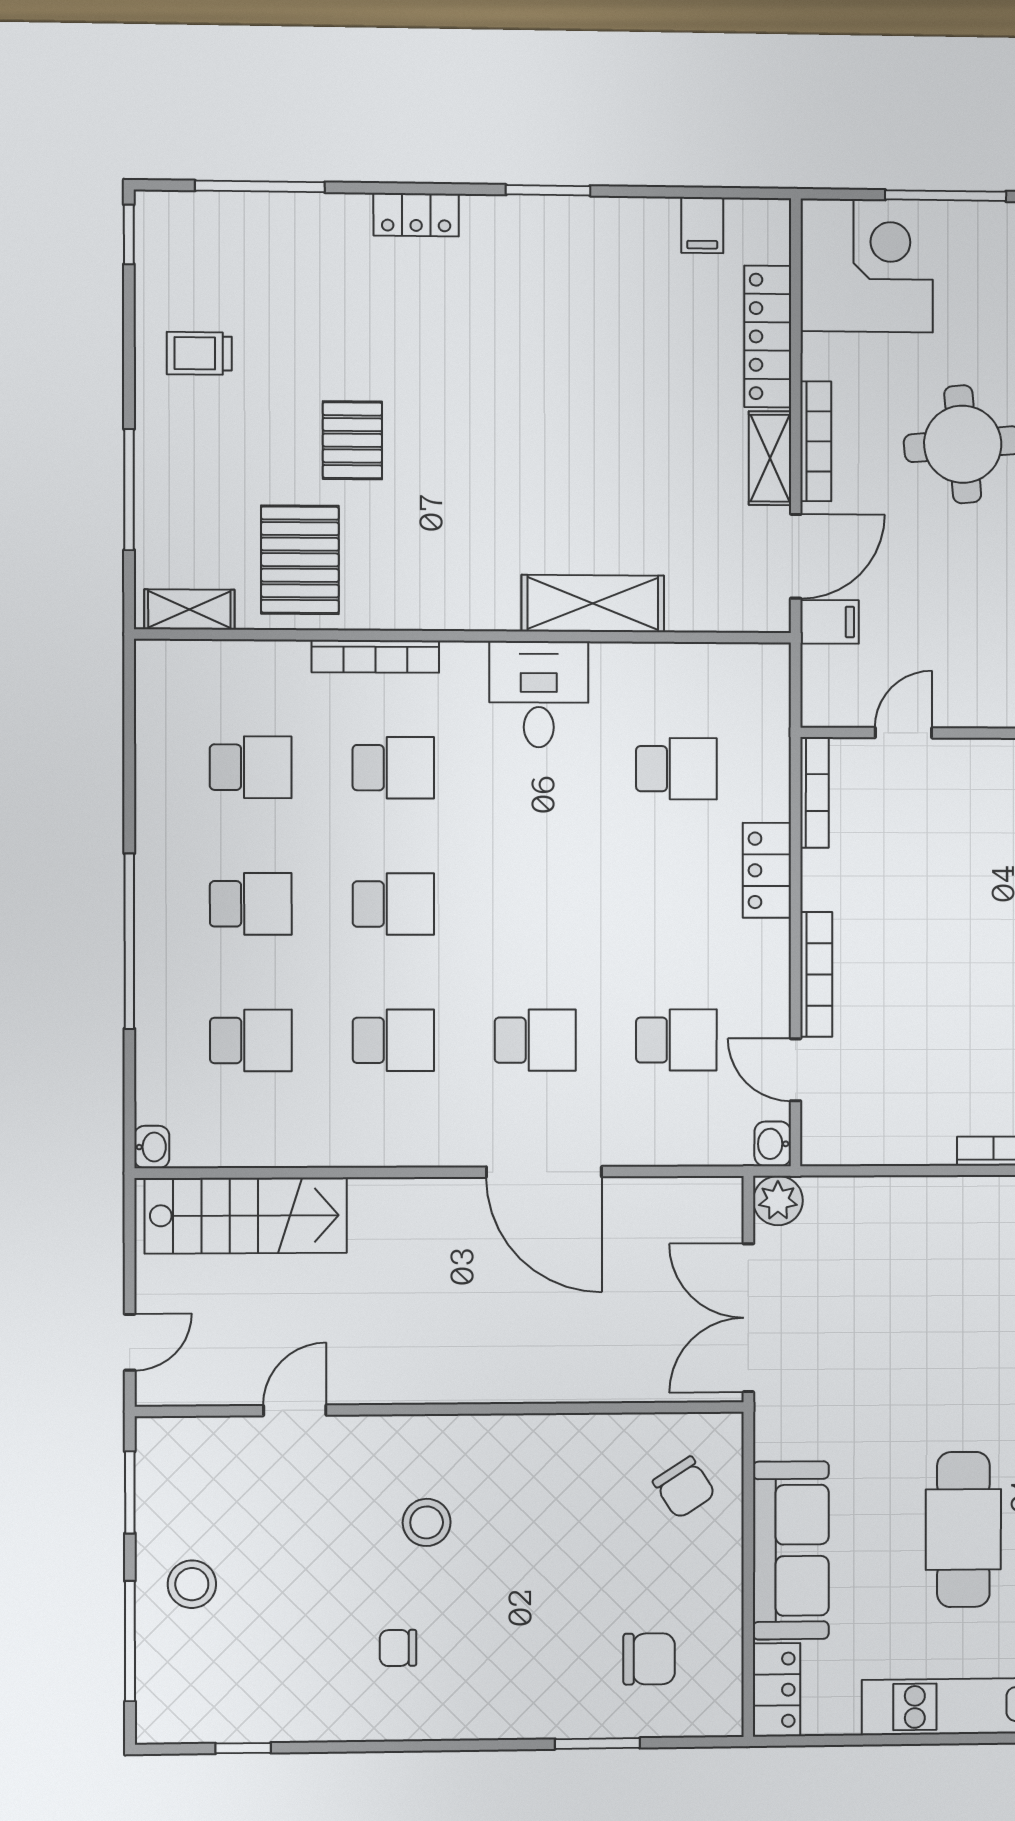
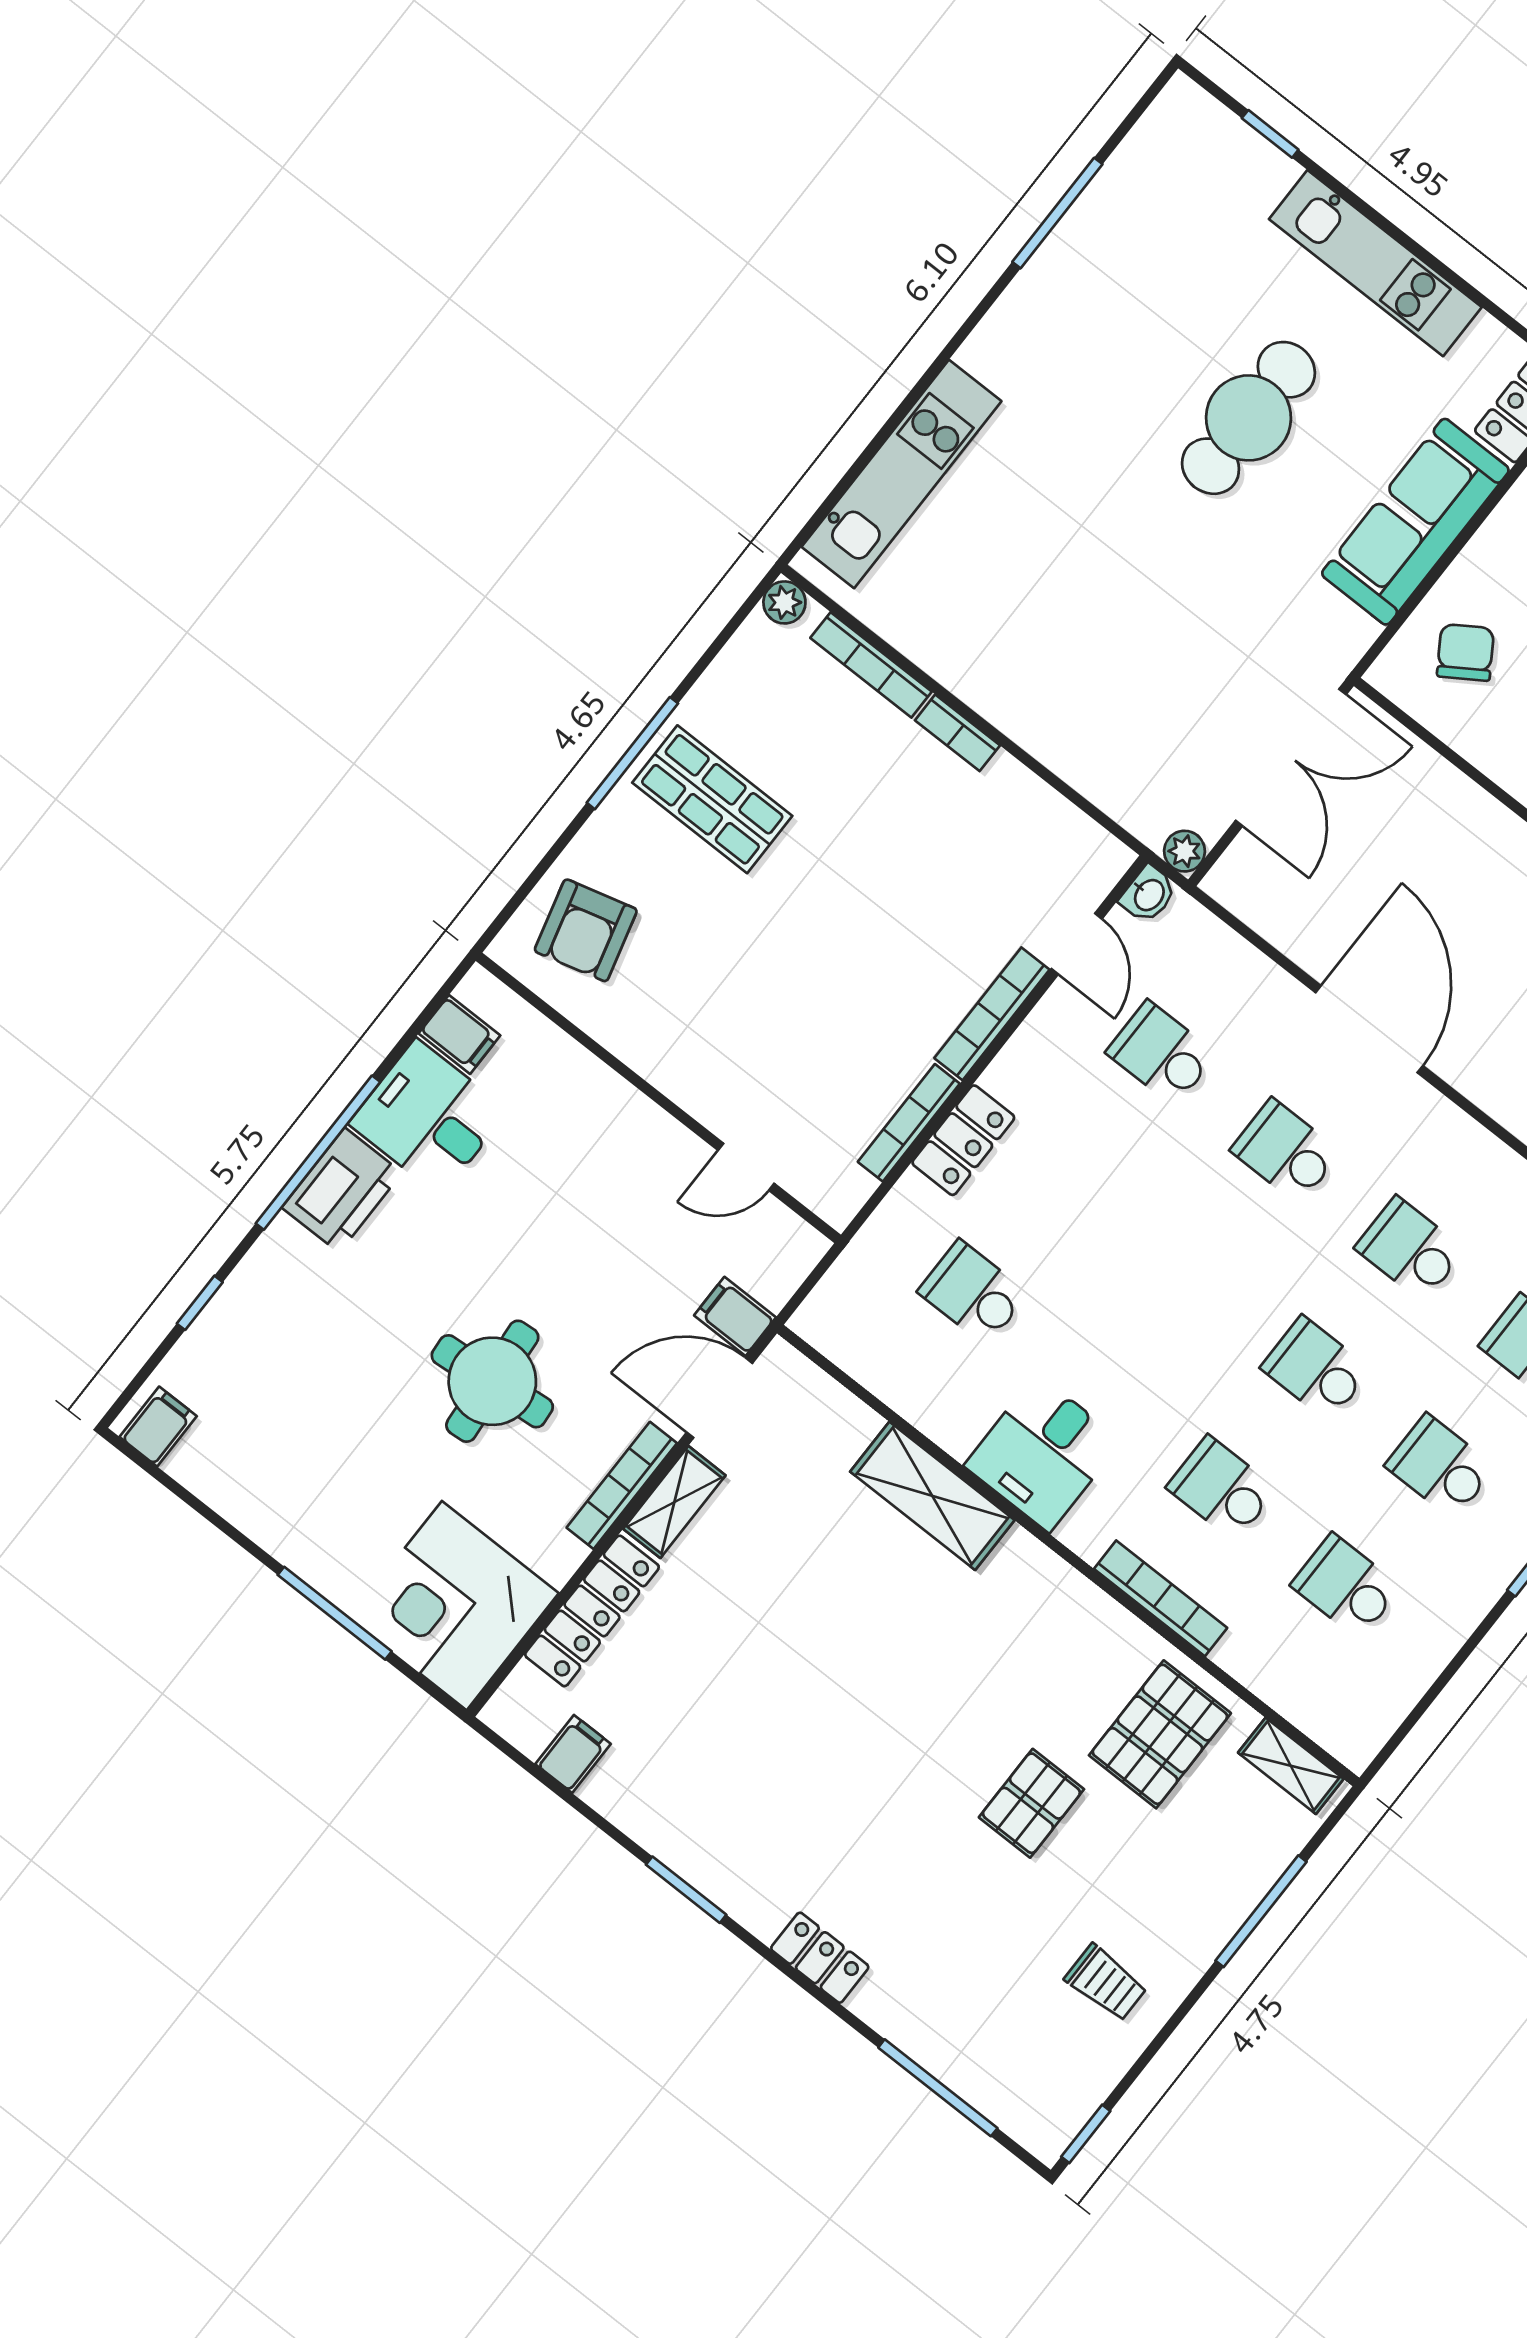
bookcase: (814, 792) -> (909, 1123), moved
plant: (778, 1201) -> (1185, 851), width x0.73, depth x0.73

